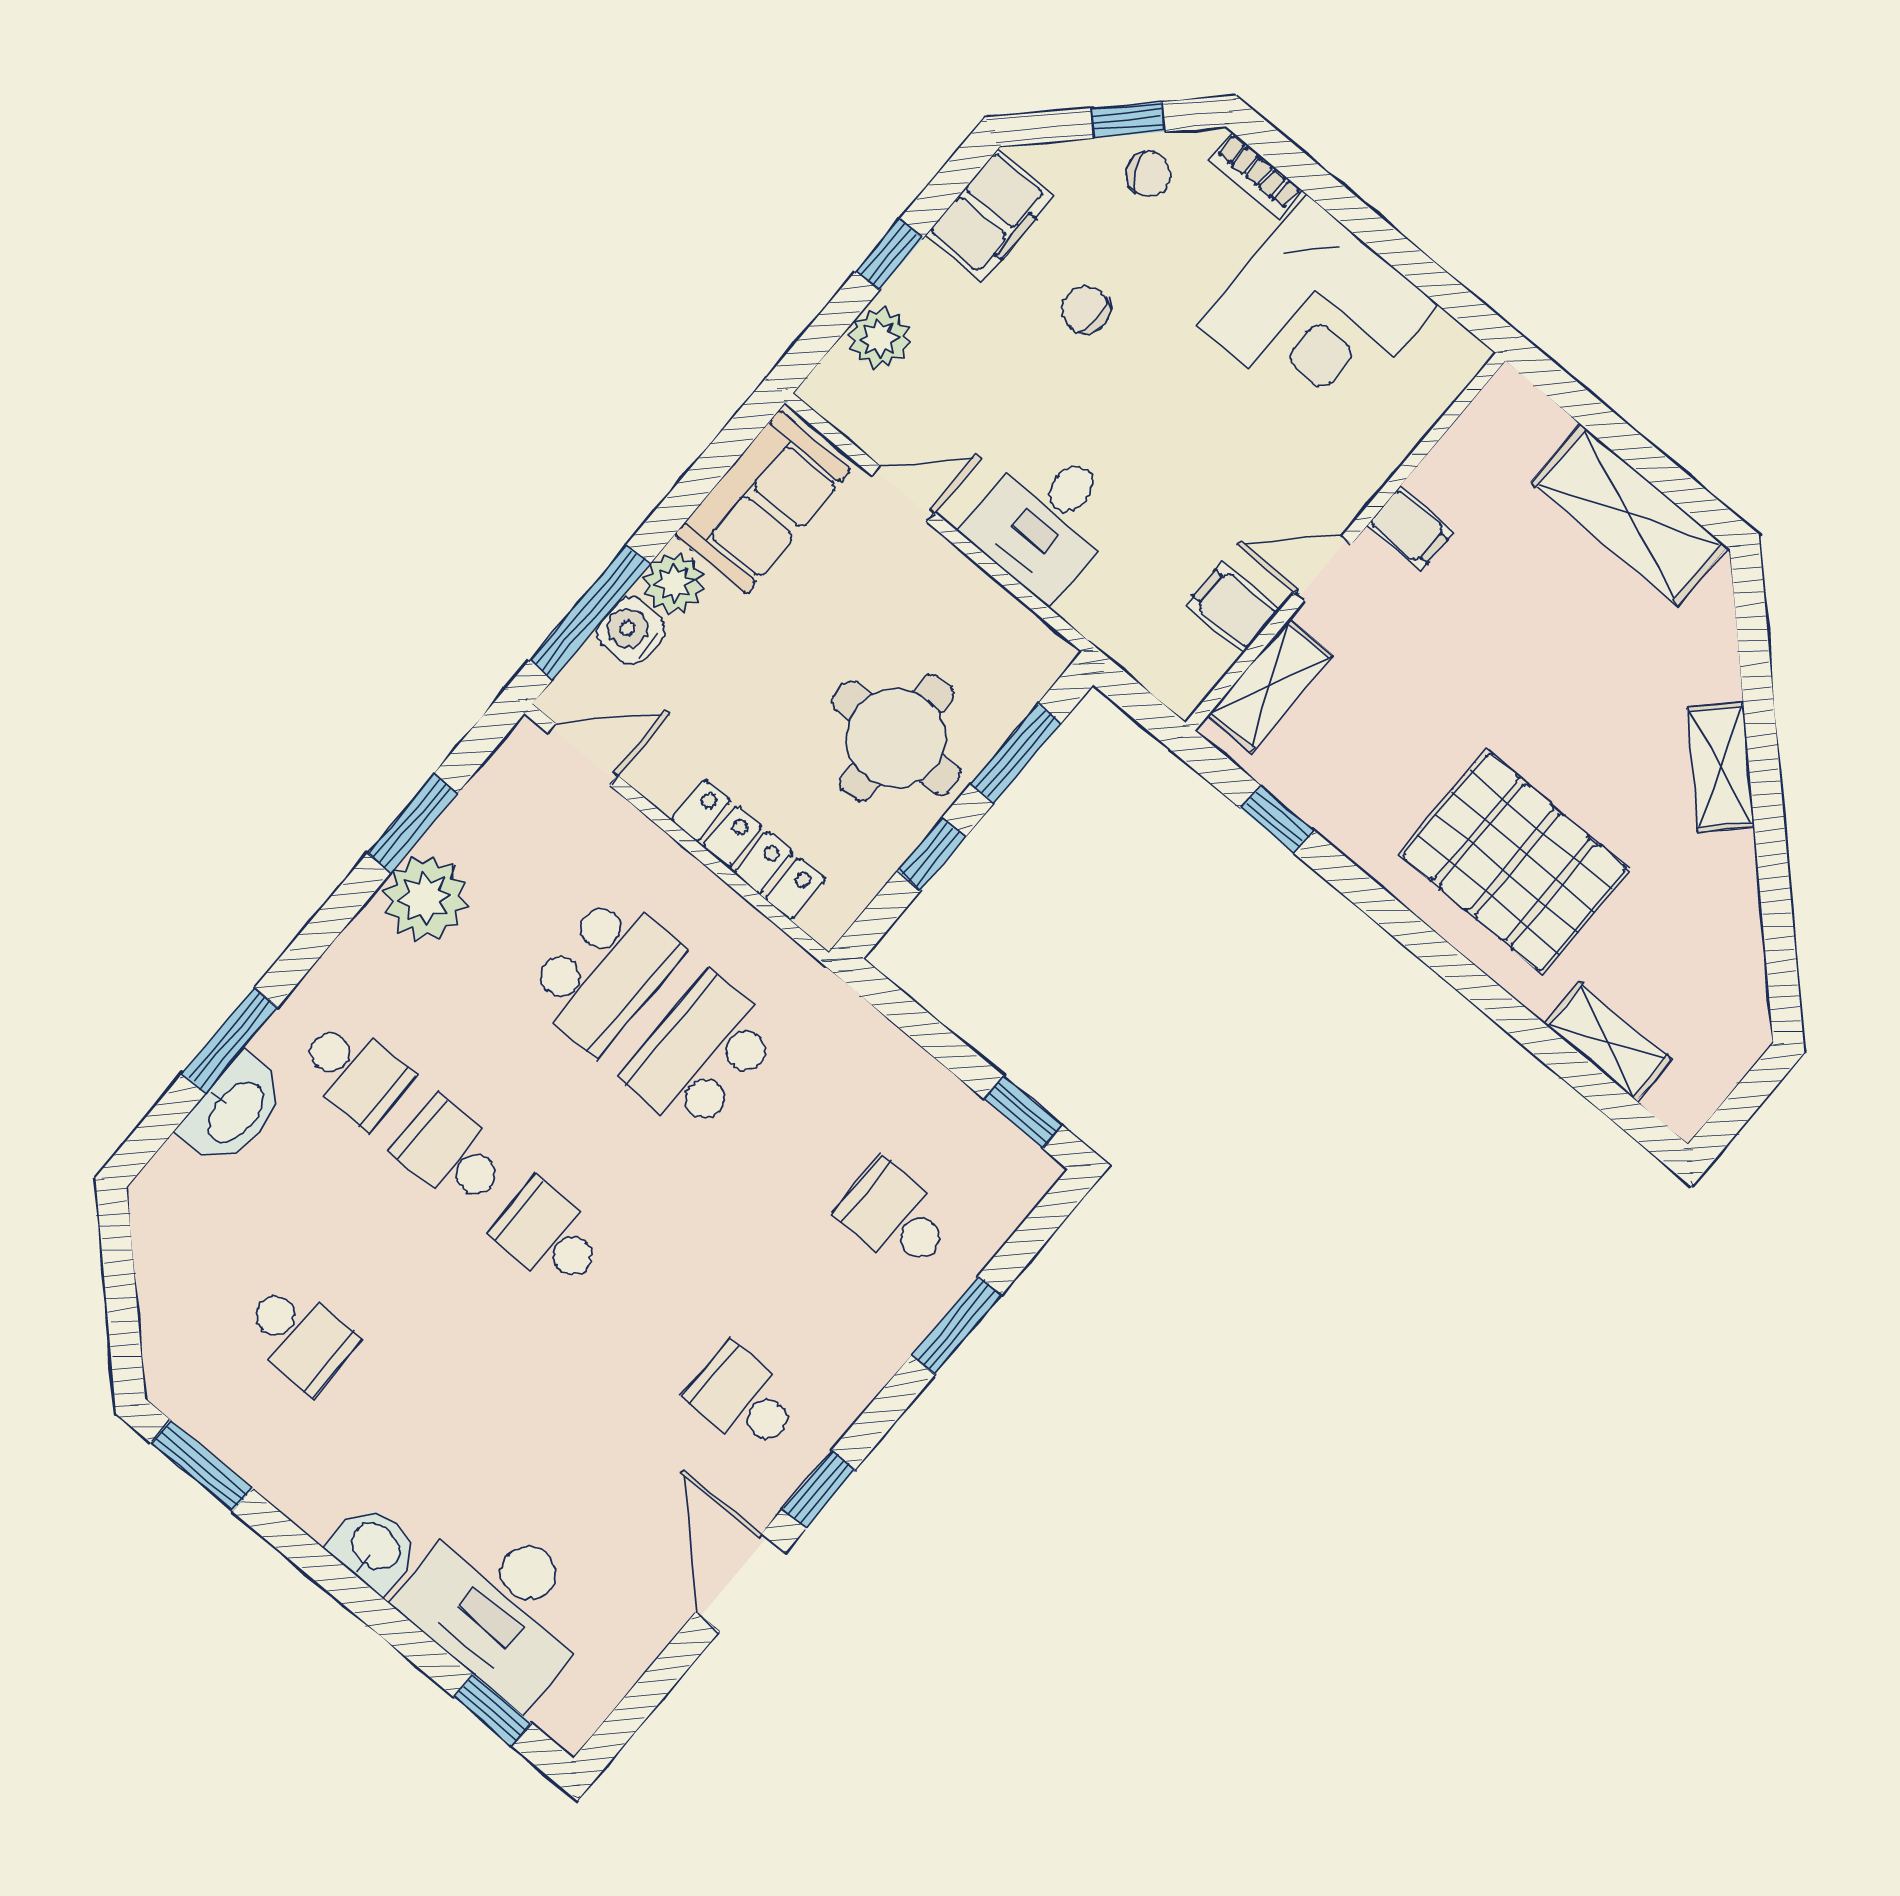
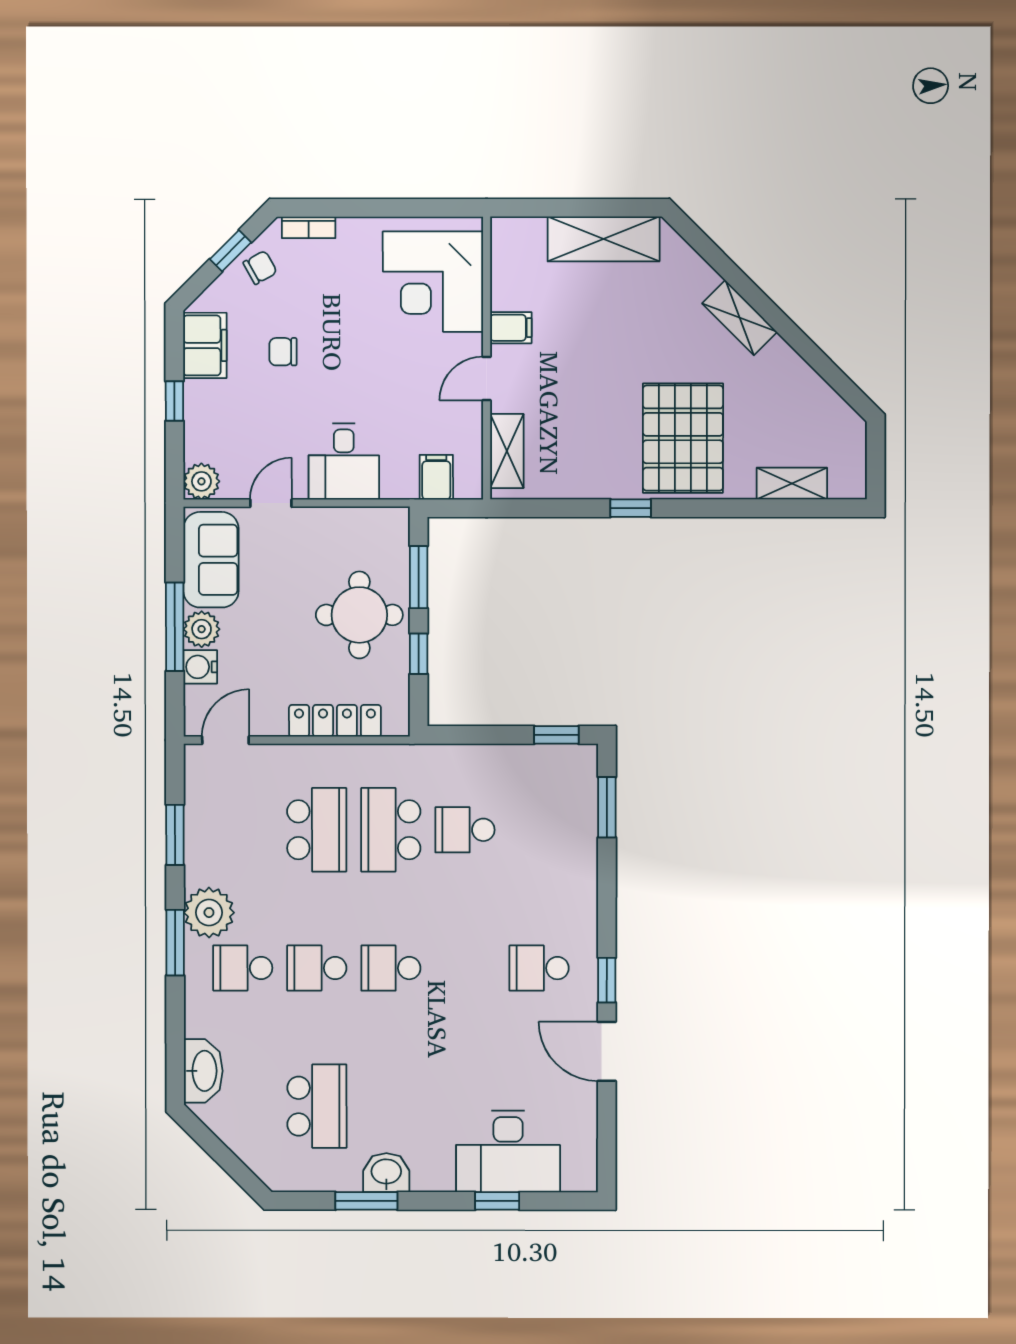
corner desk: (1317, 315) -> (433, 282), moved, turned 90
plant: (879, 338) -> (201, 481), moved
filing cabinet: (1233, 607) -> (436, 477), moved, turned 90
window: (590, 612) -> (175, 627), moved
window: (1277, 819) -> (631, 508), moved
pallet: (1515, 862) -> (683, 438), turned 90
plant: (425, 898) -> (209, 913), moved
window: (230, 1041) -> (175, 943), moved
school desk: (354, 1073) -> (243, 968), turned 180
washbasin: (234, 1111) -> (203, 1071), moved
school desk: (896, 1217) -> (465, 830), moved
window: (956, 1325) -> (607, 807), moved
school desk: (299, 1336) -> (317, 1106), width x1.85
window: (202, 1466) -> (366, 1201), moved
washbasin: (375, 1548) -> (386, 1173), moved
window: (493, 1710) -> (497, 1201), moved

